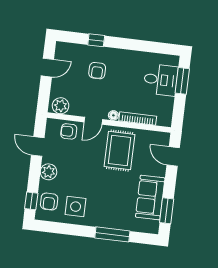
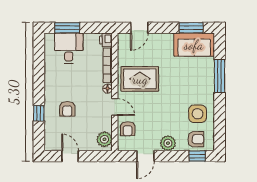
armchair: (97, 71) -> (67, 109), turned 90
printer: (165, 120) -> (106, 40), added
sofa: (150, 197) -> (194, 45), moved

